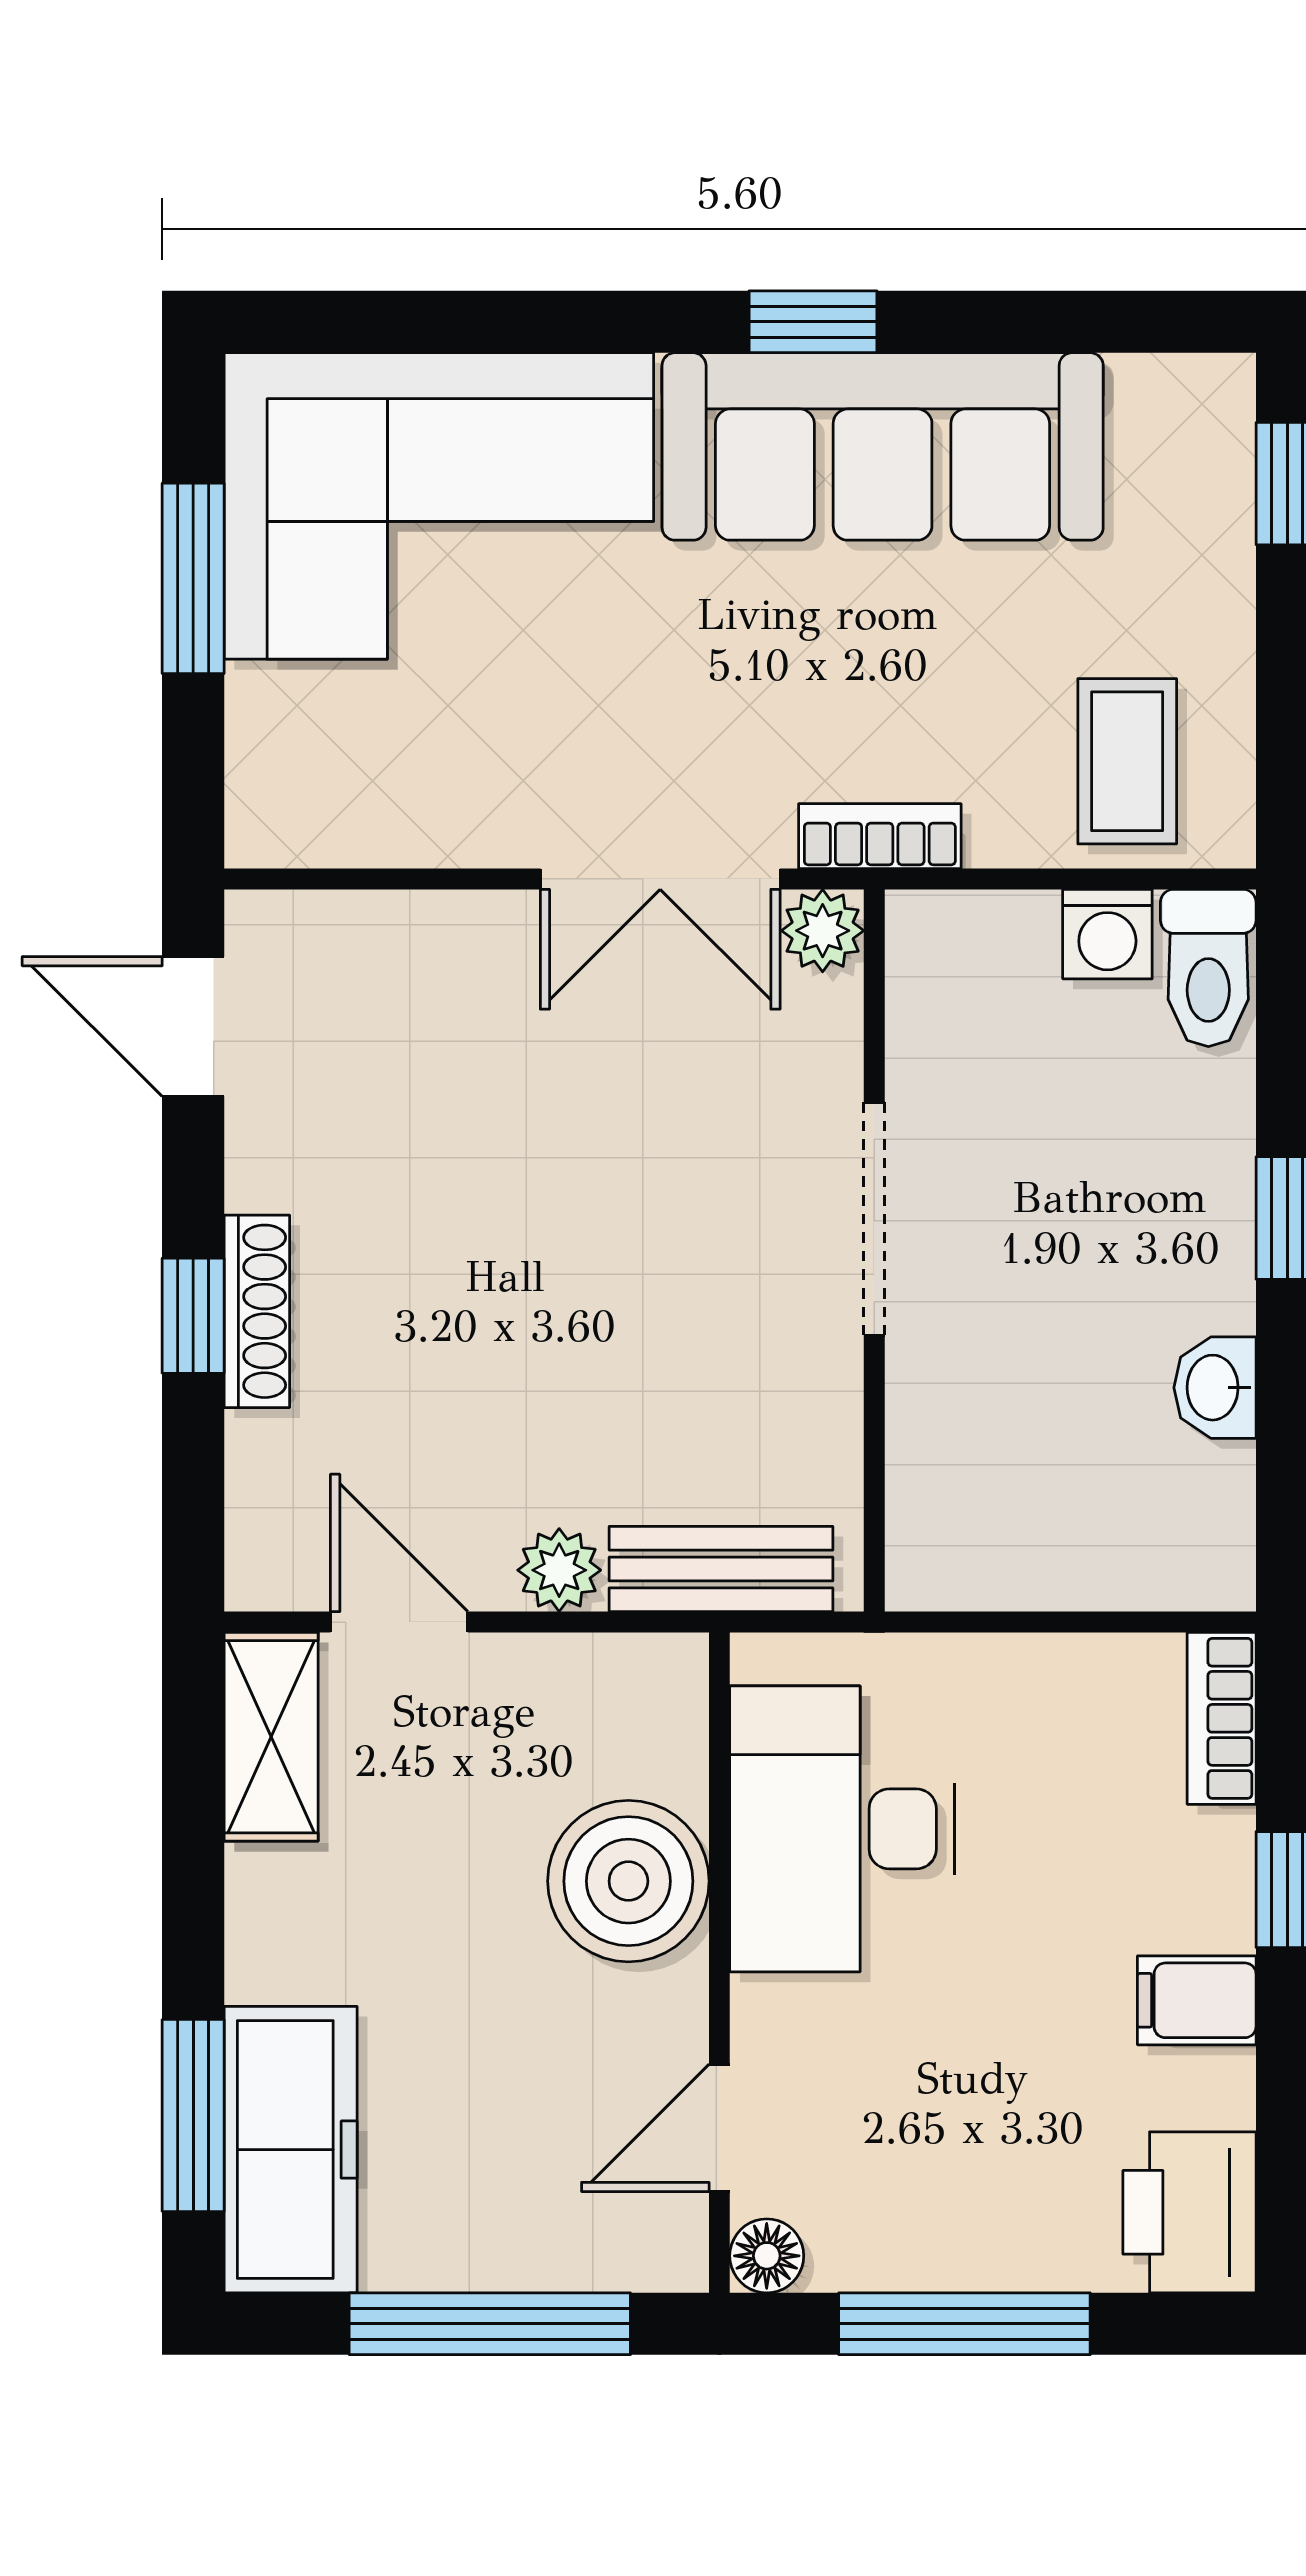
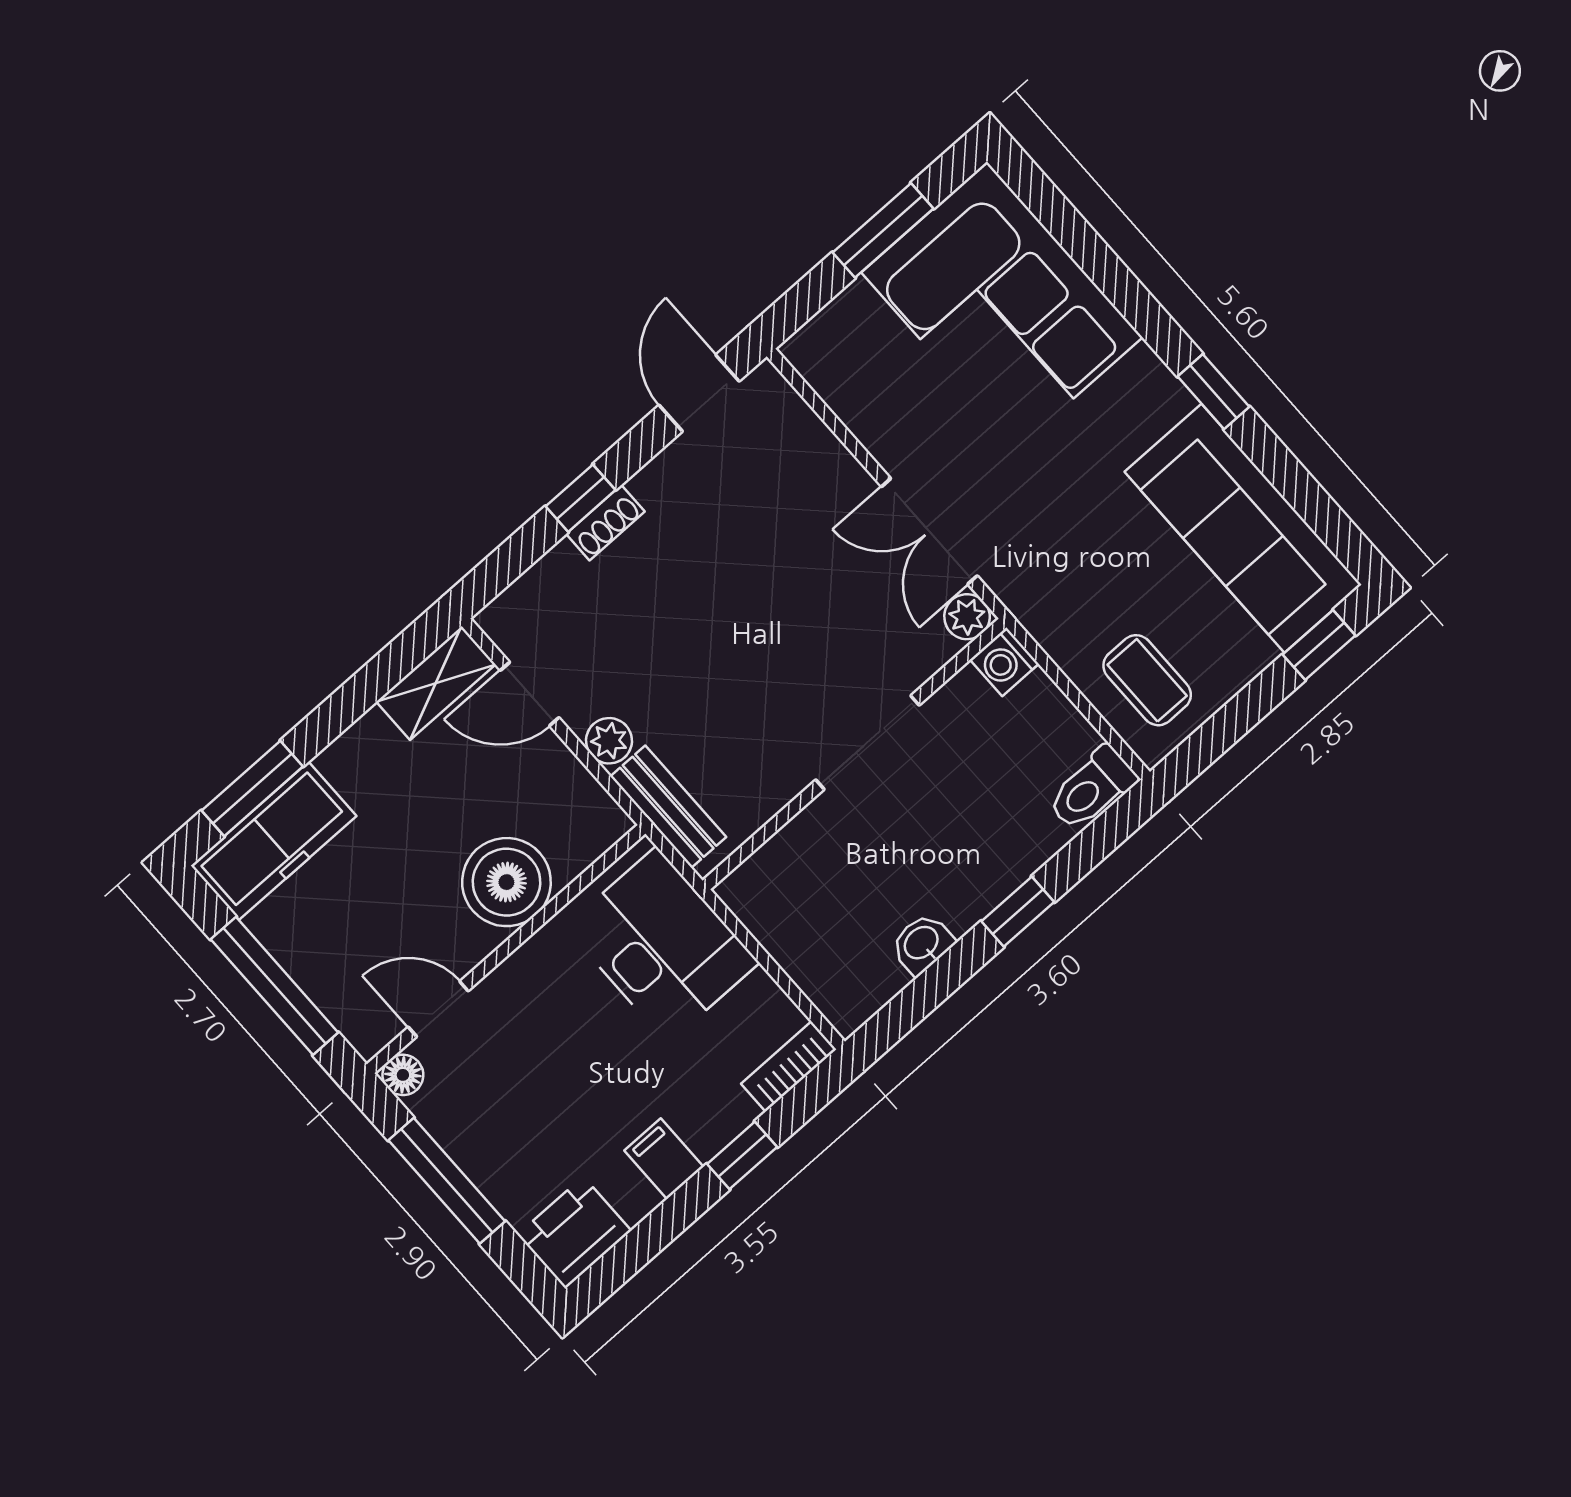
sofa: (883, 446) -> (1243, 528), moved
coffee table: (1127, 761) -> (1147, 680), turned 90
bookcase: (880, 836) -> (1027, 606), removed
washing machine: (1107, 934) -> (1004, 662), moved
shoe rack: (257, 1311) -> (605, 523), width x0.70
door: (399, 1622) -> (530, 694), swing flipped
desk: (842, 1829) -> (662, 945), moved, turned 90

